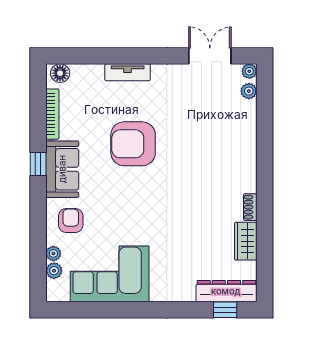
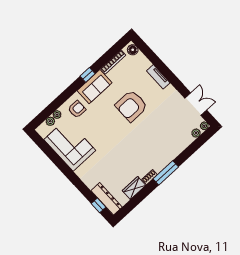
armchair: (133, 144) -> (131, 106), turned -90
window: (265, 180) -> (166, 173), added

